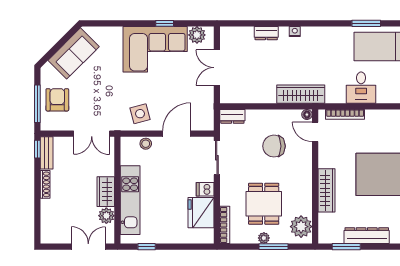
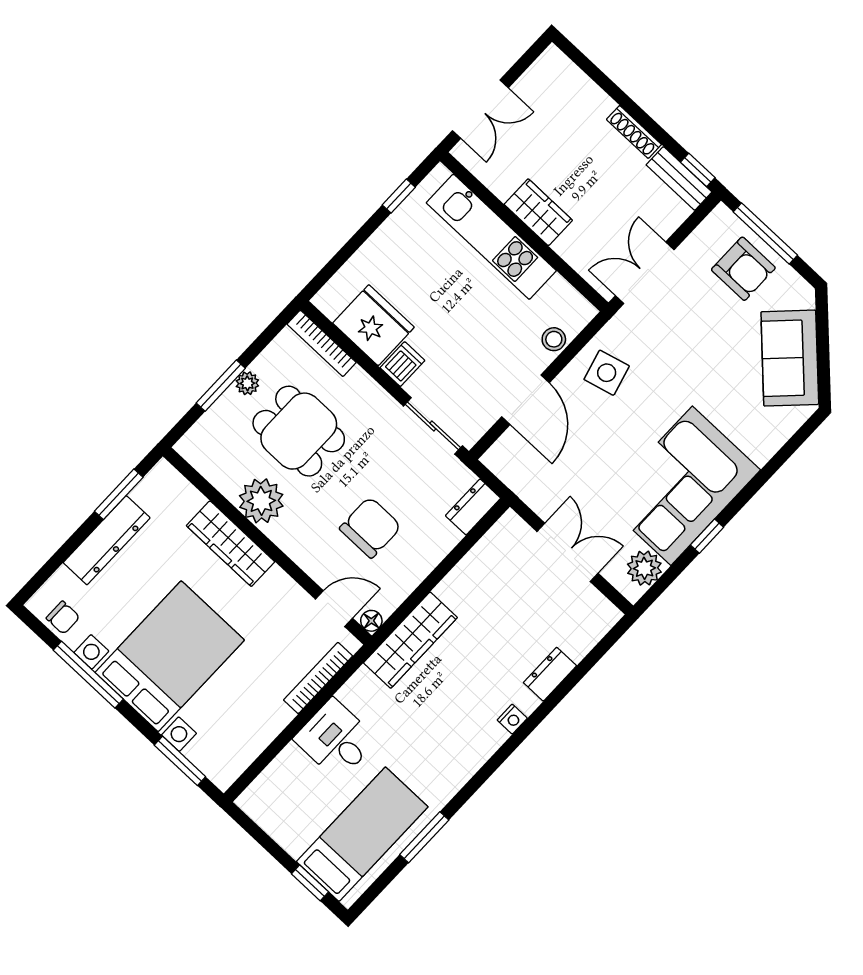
plant: (106, 216) -> (501, 180), removed
plant: (301, 227) -> (261, 501), moved

